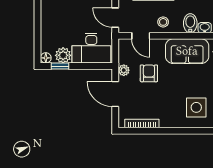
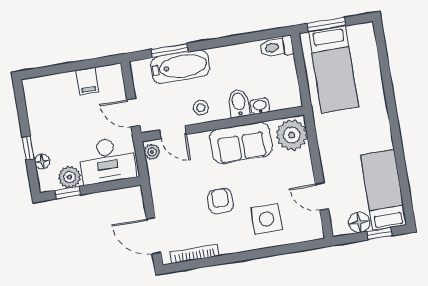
window: (38, 30) -> (28, 148), added
floor lamp: (46, 58) -> (42, 161), moved
plant: (124, 70) -> (152, 152), moved
armchair: (149, 73) -> (220, 201), moved
door: (115, 94) -> (154, 236), moved

